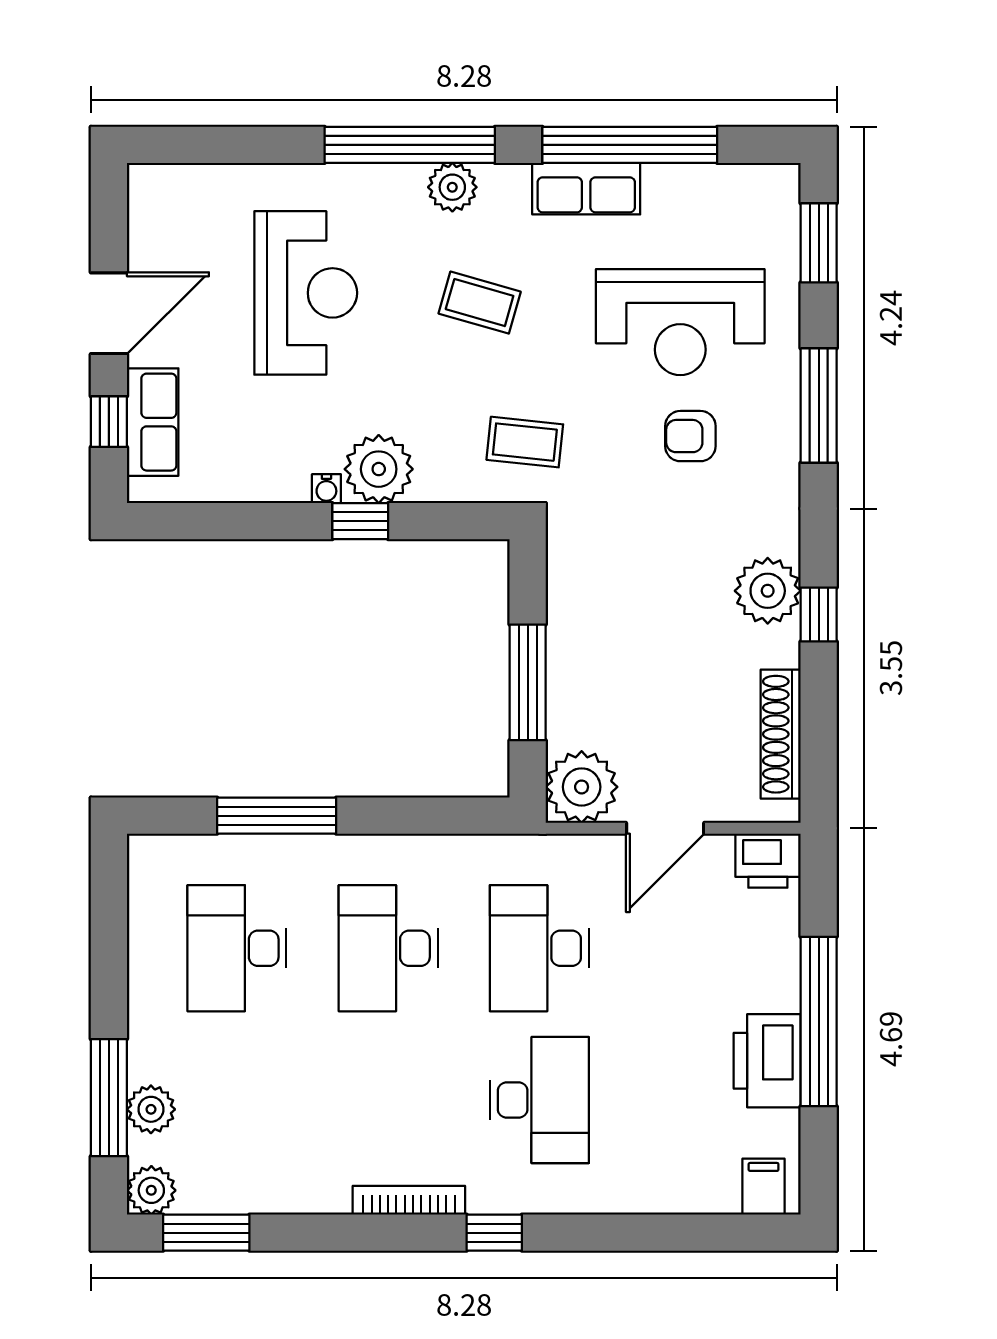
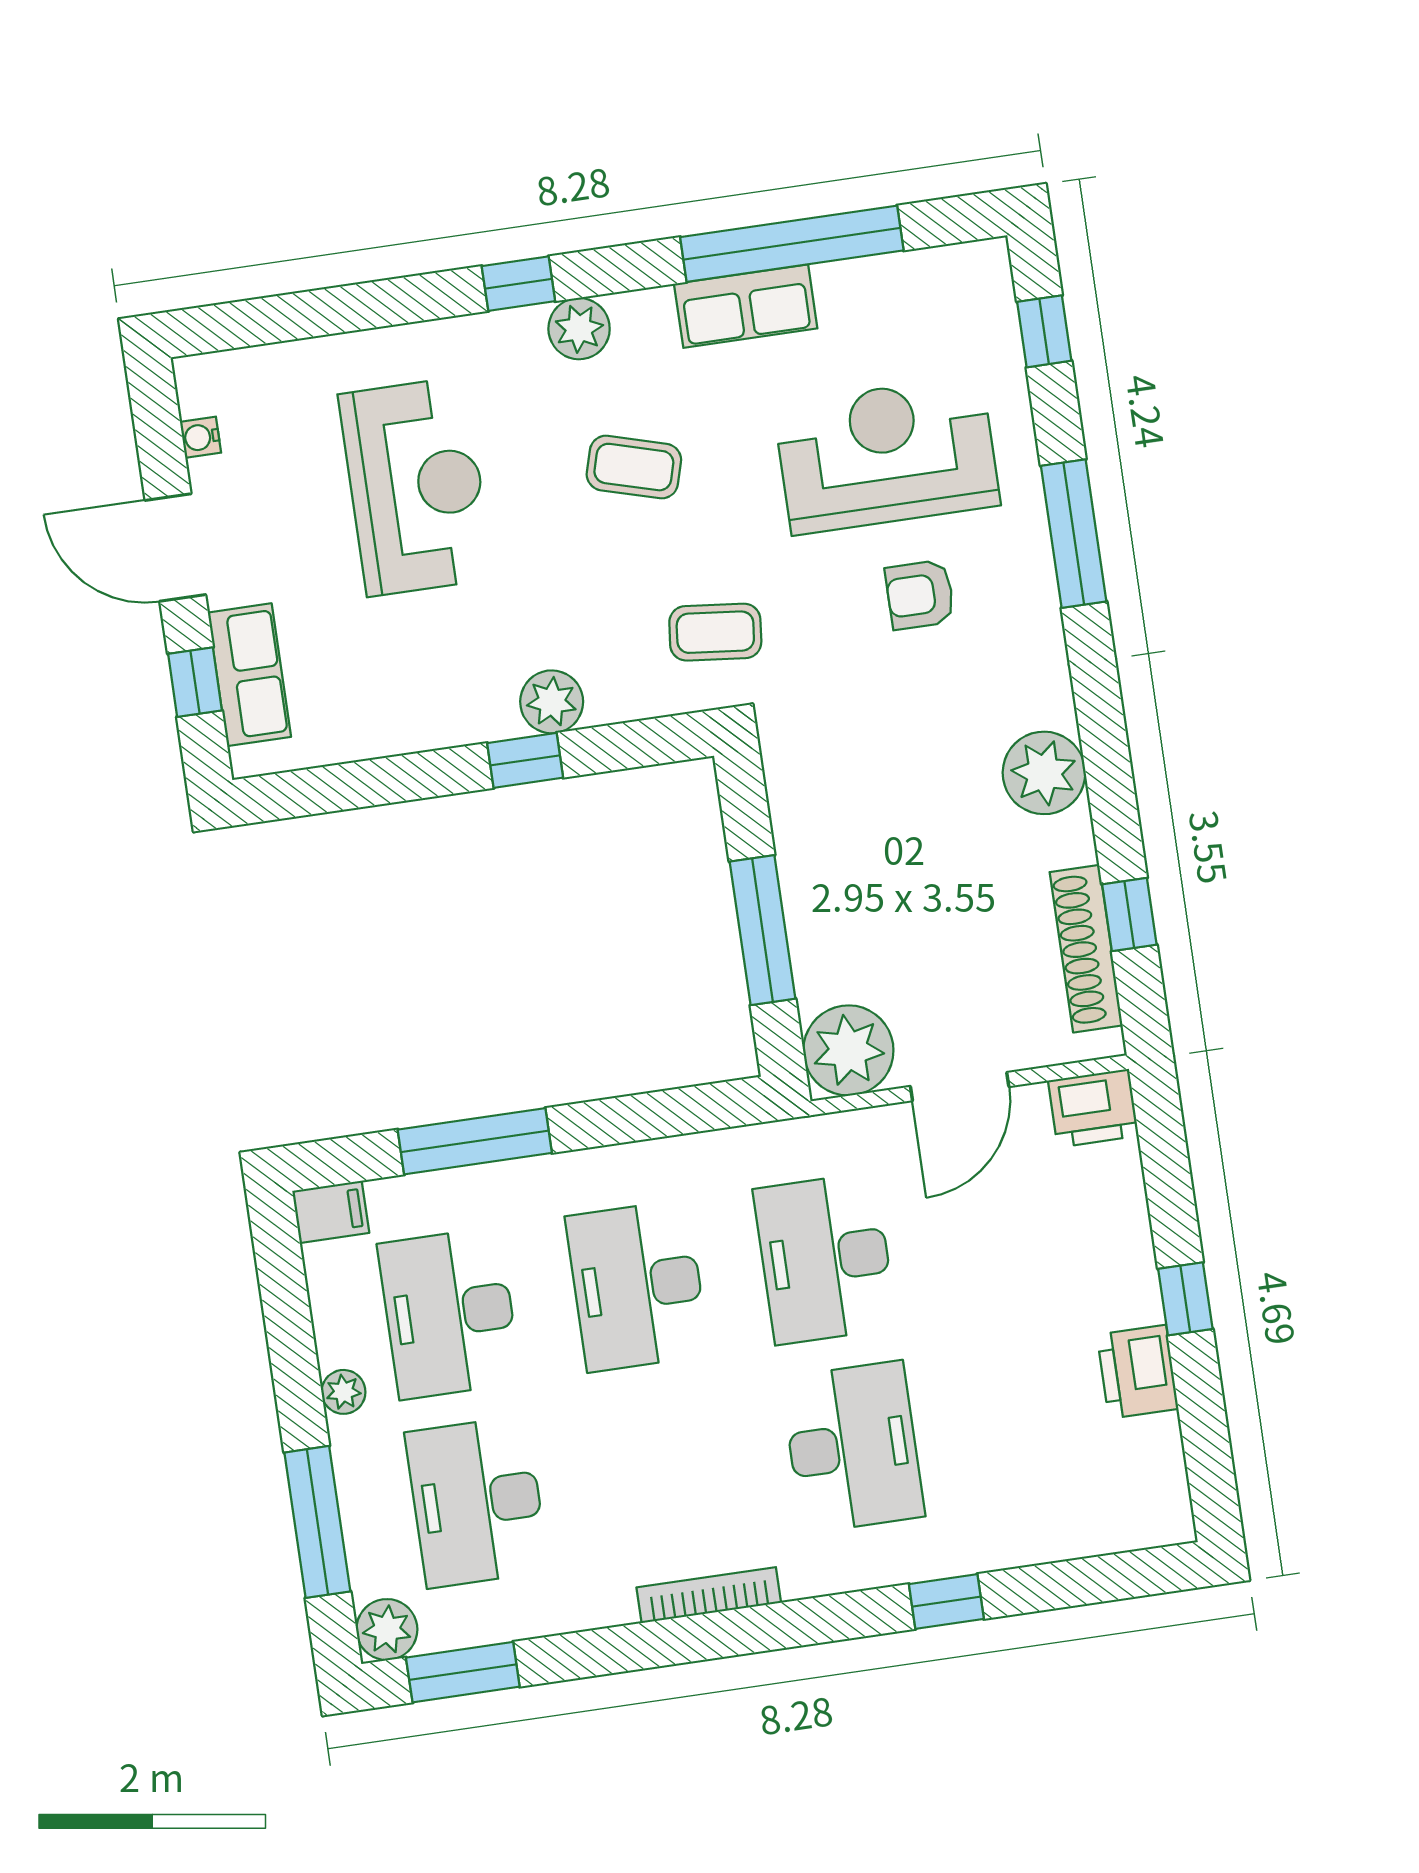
window: (410, 145) -> (518, 284), width x0.32
window: (819, 243) -> (1044, 331), width x0.67
door: (109, 313) -> (175, 547), swing flipped
reception desk: (680, 322) -> (887, 455), turned 180
plant: (379, 469) -> (552, 702), width x0.73, depth x0.73
water cooler: (326, 489) -> (201, 437), moved, turned 90
window: (819, 614) -> (1129, 915), moved
window: (819, 1021) -> (1185, 1299), width x0.32
printer: (767, 1061) -> (1138, 1372), width x0.73, depth x0.84
desk: (237, 1100) -> (477, 1502), added
plant: (151, 1109) -> (344, 1392), moved, width x0.73, depth x0.73
filing cabinet: (764, 1187) -> (331, 1212), moved, turned 90
window: (494, 1233) -> (946, 1602), moved

